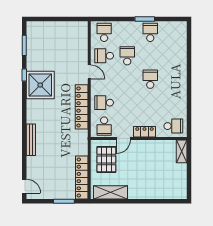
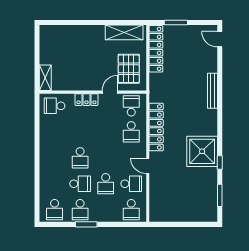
school desk: (173, 32) -> (55, 210), added
school desk: (150, 56) -> (80, 184), added
school desk: (104, 103) -> (131, 132), turned 90

